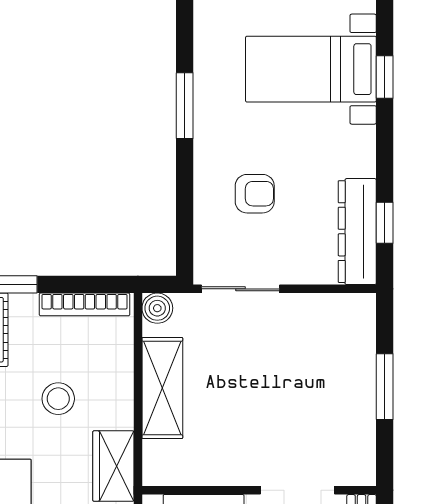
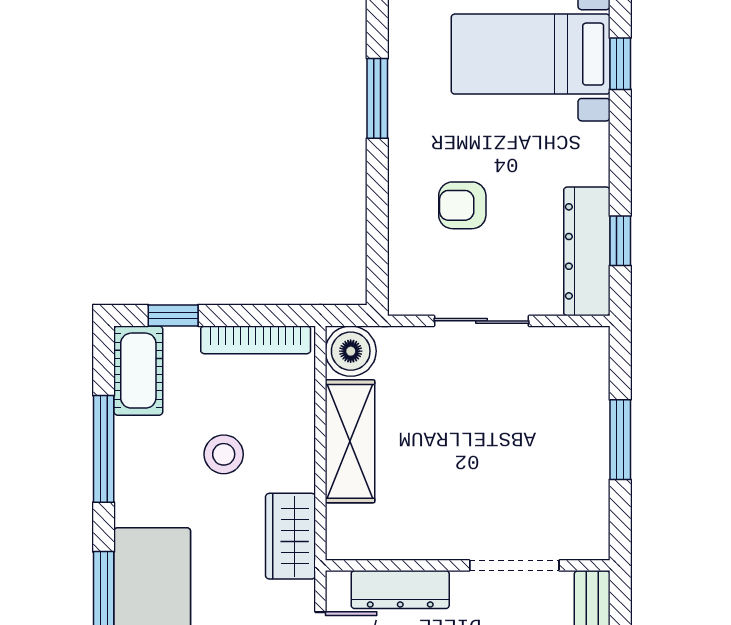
armchair: (255, 194) -> (462, 205), turned 180
sliding door: (240, 289) -> (481, 321), moved
boiler: (157, 308) -> (351, 351), width x1.36, depth x1.36

